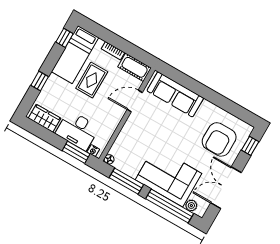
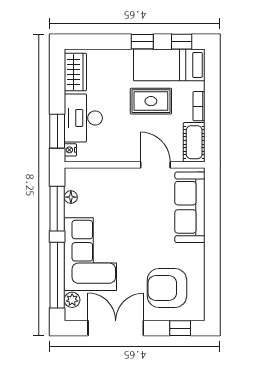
window: (40, 81) -> (142, 42), moved
floor lamp: (109, 159) -> (71, 197), moved

